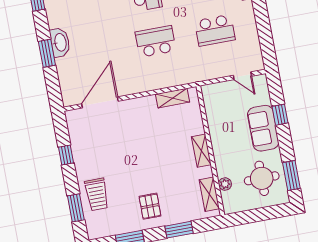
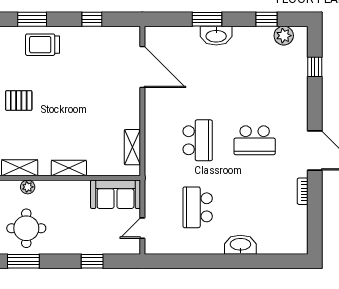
sofa: (263, 128) -> (116, 194), moved, turned 180

